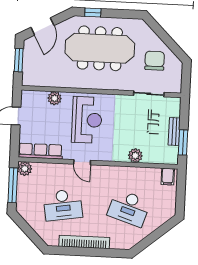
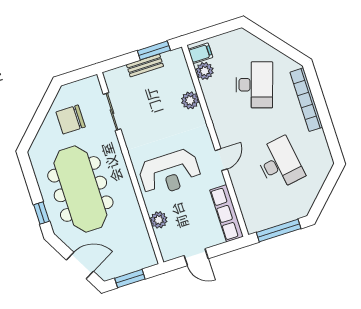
reception desk: (87, 120) -> (170, 173), turned 180
plant: (25, 169) -> (205, 71), moved
bookcase: (84, 242) -> (306, 100), moved

